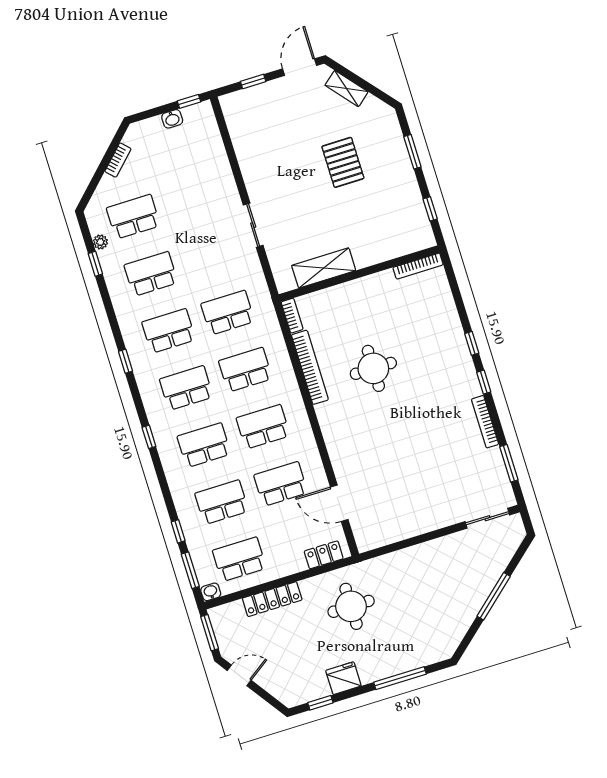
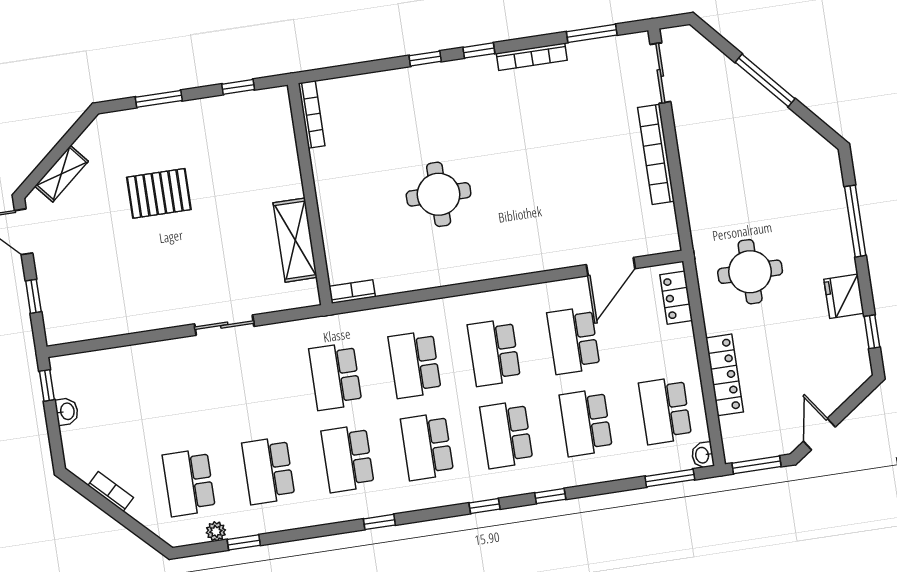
bookcase: (310, 367) -> (656, 154), moved, turned -90
window: (178, 531) -> (550, 496), moved

